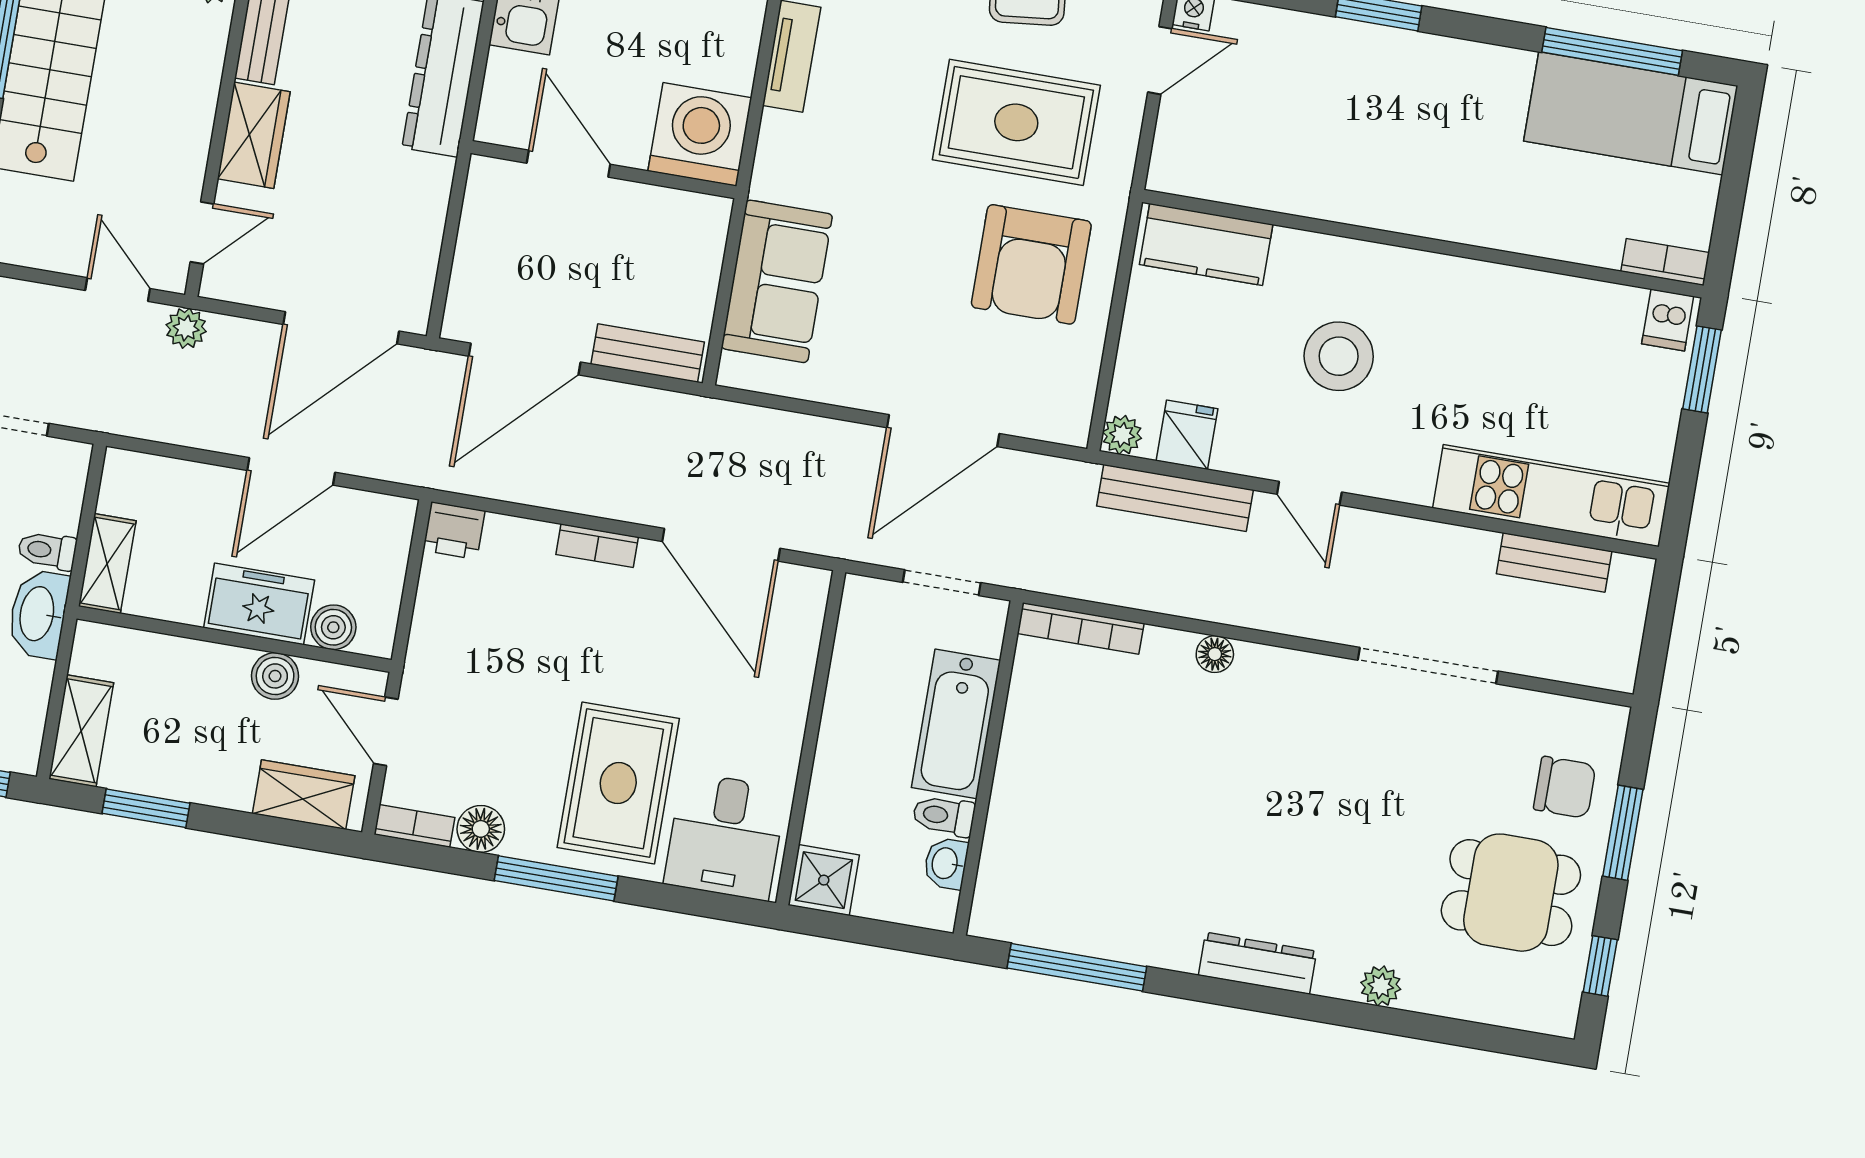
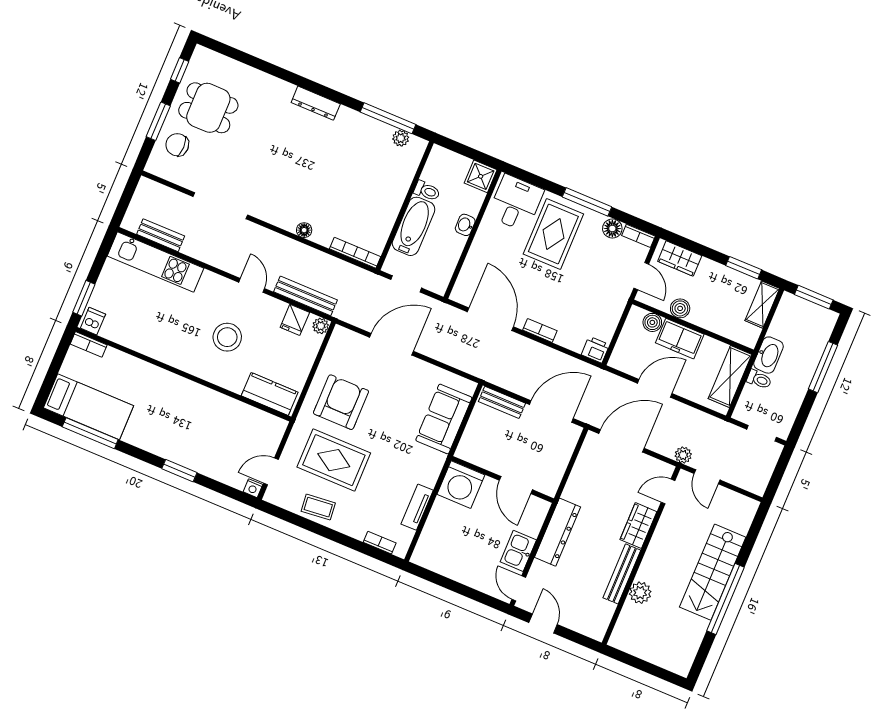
shelving: (107, 563) -> (730, 376), width x1.50, depth x1.33
washbasin: (946, 863) -> (465, 225), moved, turned 180
plant: (1381, 986) -> (401, 138), moved

